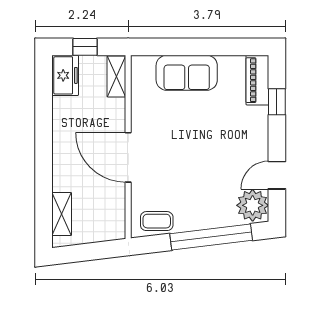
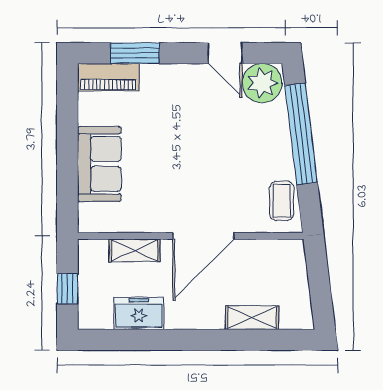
freezer: (65, 75) -> (139, 313), moved
shelving: (116, 76) -> (134, 250), moved
window: (277, 102) -> (135, 53), width x1.50
shelving: (62, 214) -> (252, 318), moved

